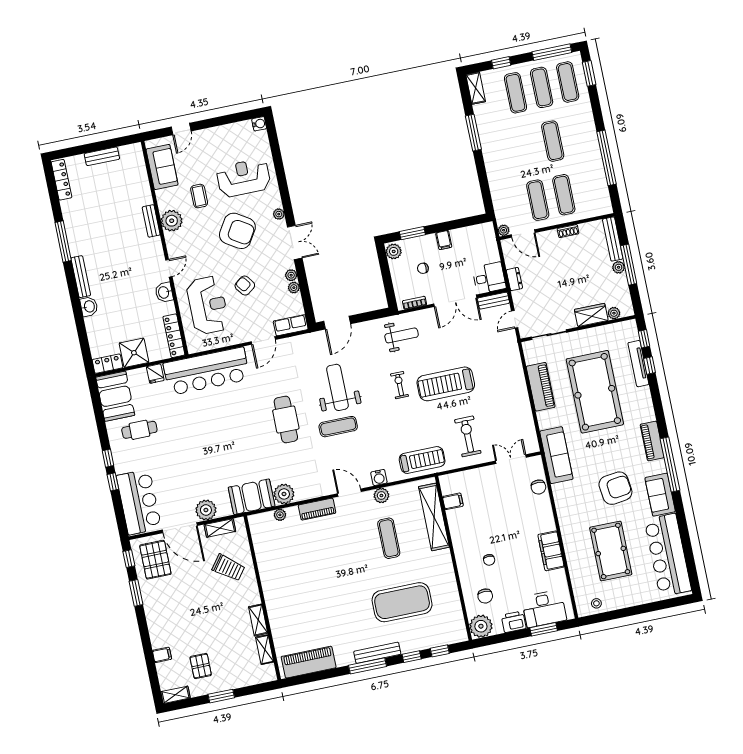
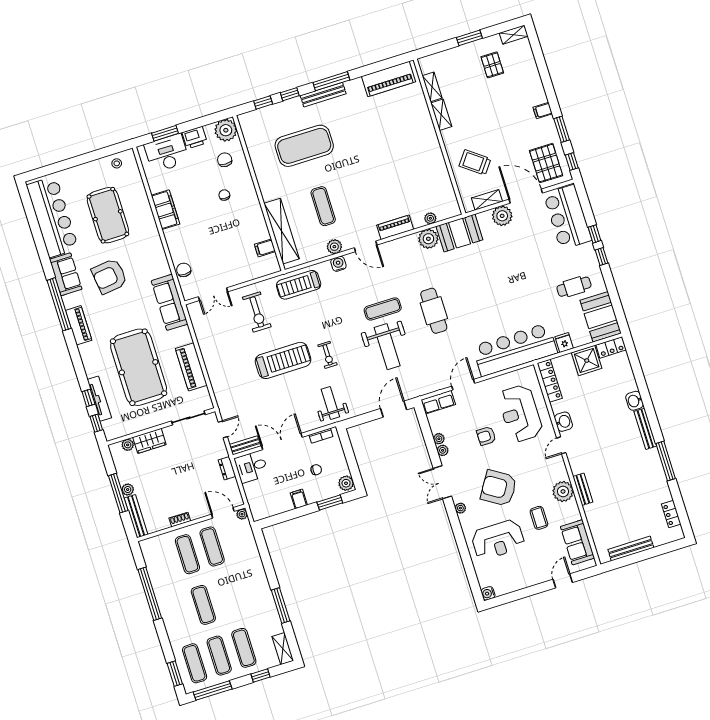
bench: (102, 156) -> (631, 549), width x1.36
locker: (61, 180) -> (671, 514), width x0.66
armchair: (245, 286) -> (486, 436), turned 127
weight bench: (402, 335) -> (330, 403), turned 90
filing cabinet: (162, 655) -> (543, 111), moved

